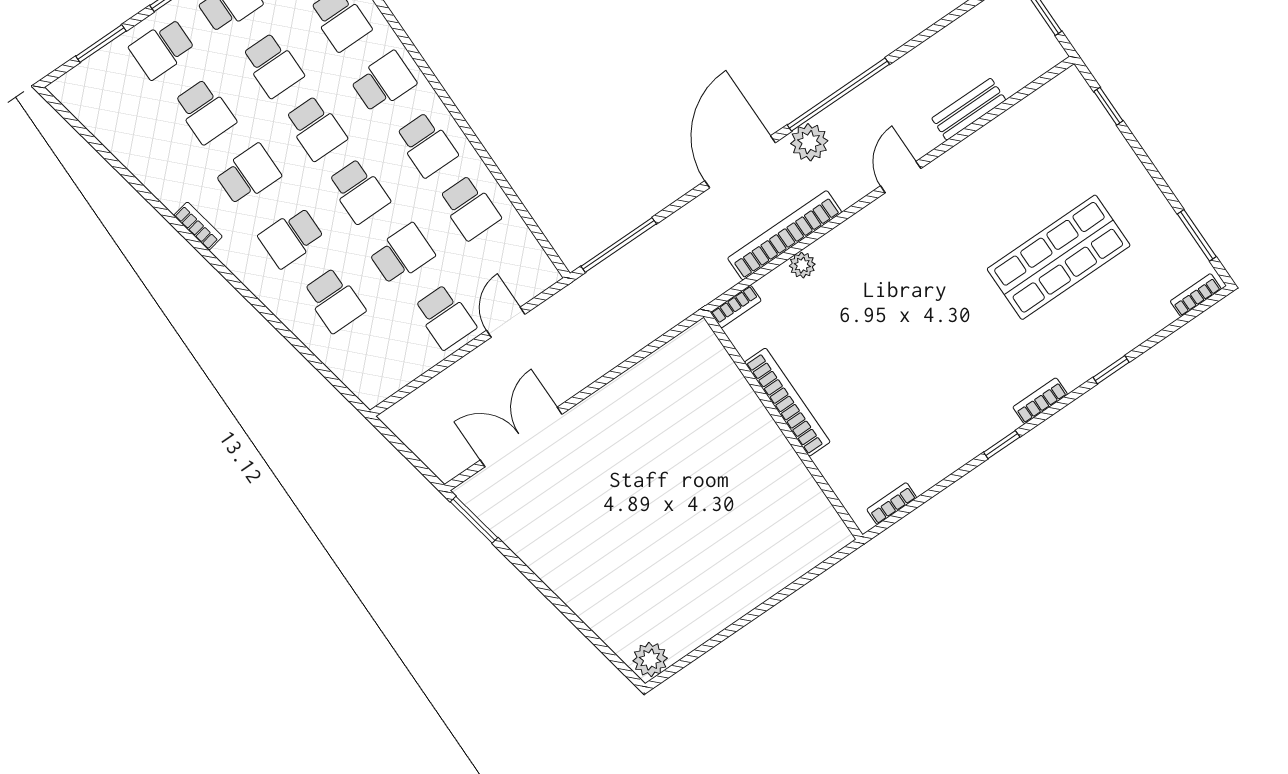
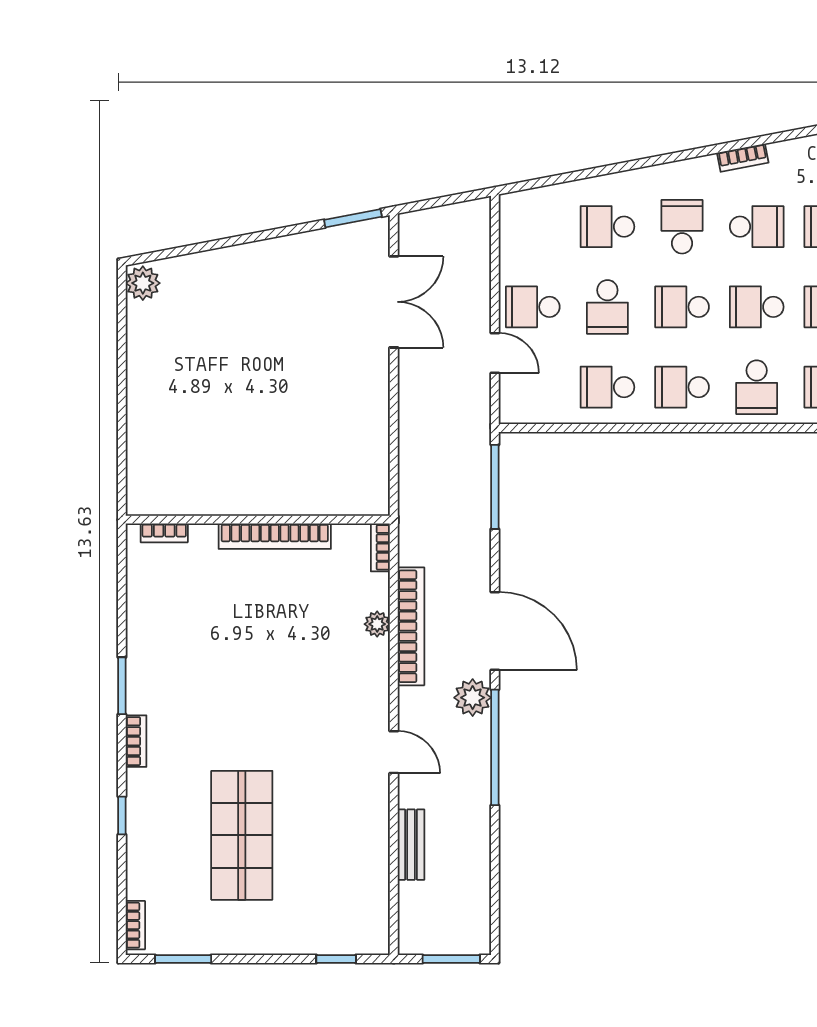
school desk: (248, 175) -> (757, 227), turned -90
window: (1002, 445) -> (122, 686), width x1.50
bookcase: (892, 504) -> (164, 533), moved, turned 90

